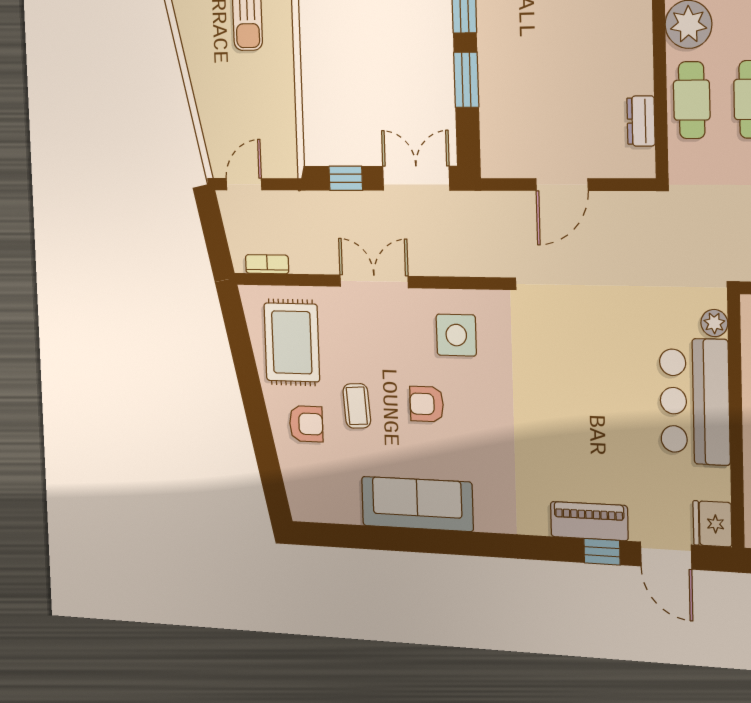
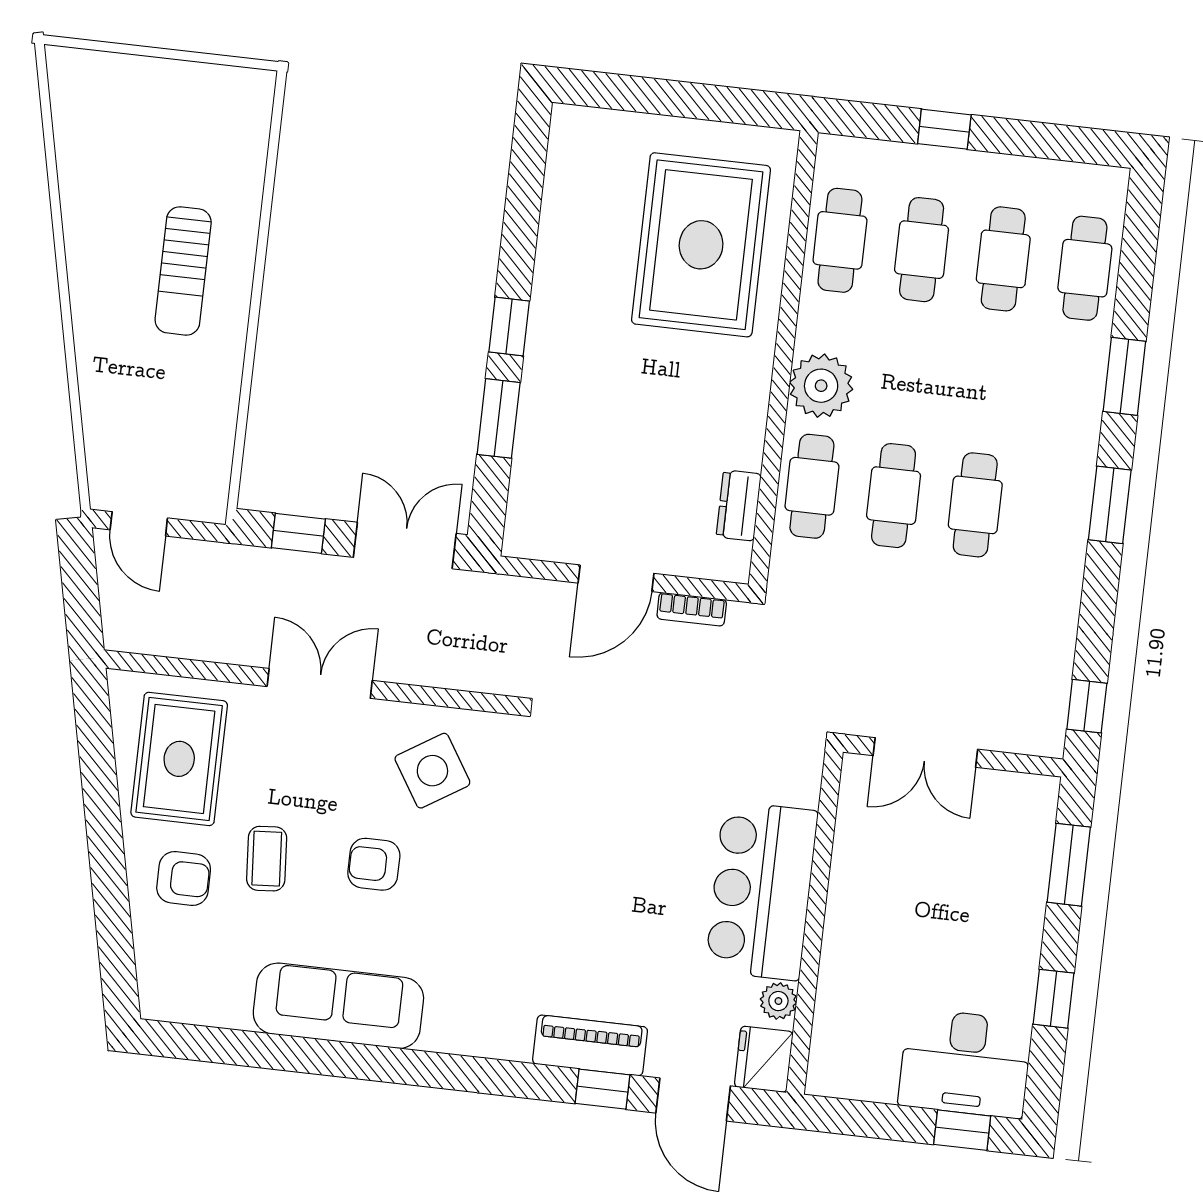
door: (244, 184) -> (139, 524), swing flipped
bookcase: (267, 264) -> (692, 609), moved, turned 180
plant: (714, 323) -> (778, 1001), moved
side table: (456, 335) -> (432, 771), turned -32

